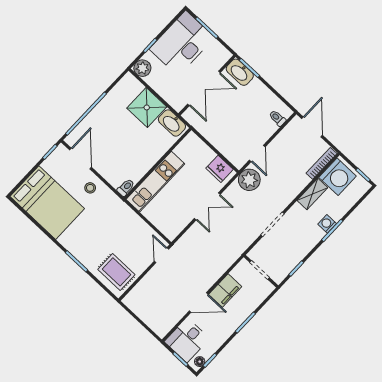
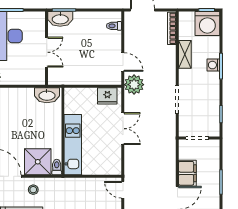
double door: (204, 88) -> (47, 52), width x0.73
shower: (147, 107) -> (38, 162), moved
washing machine: (338, 177) -> (207, 24), moved, turned 90

